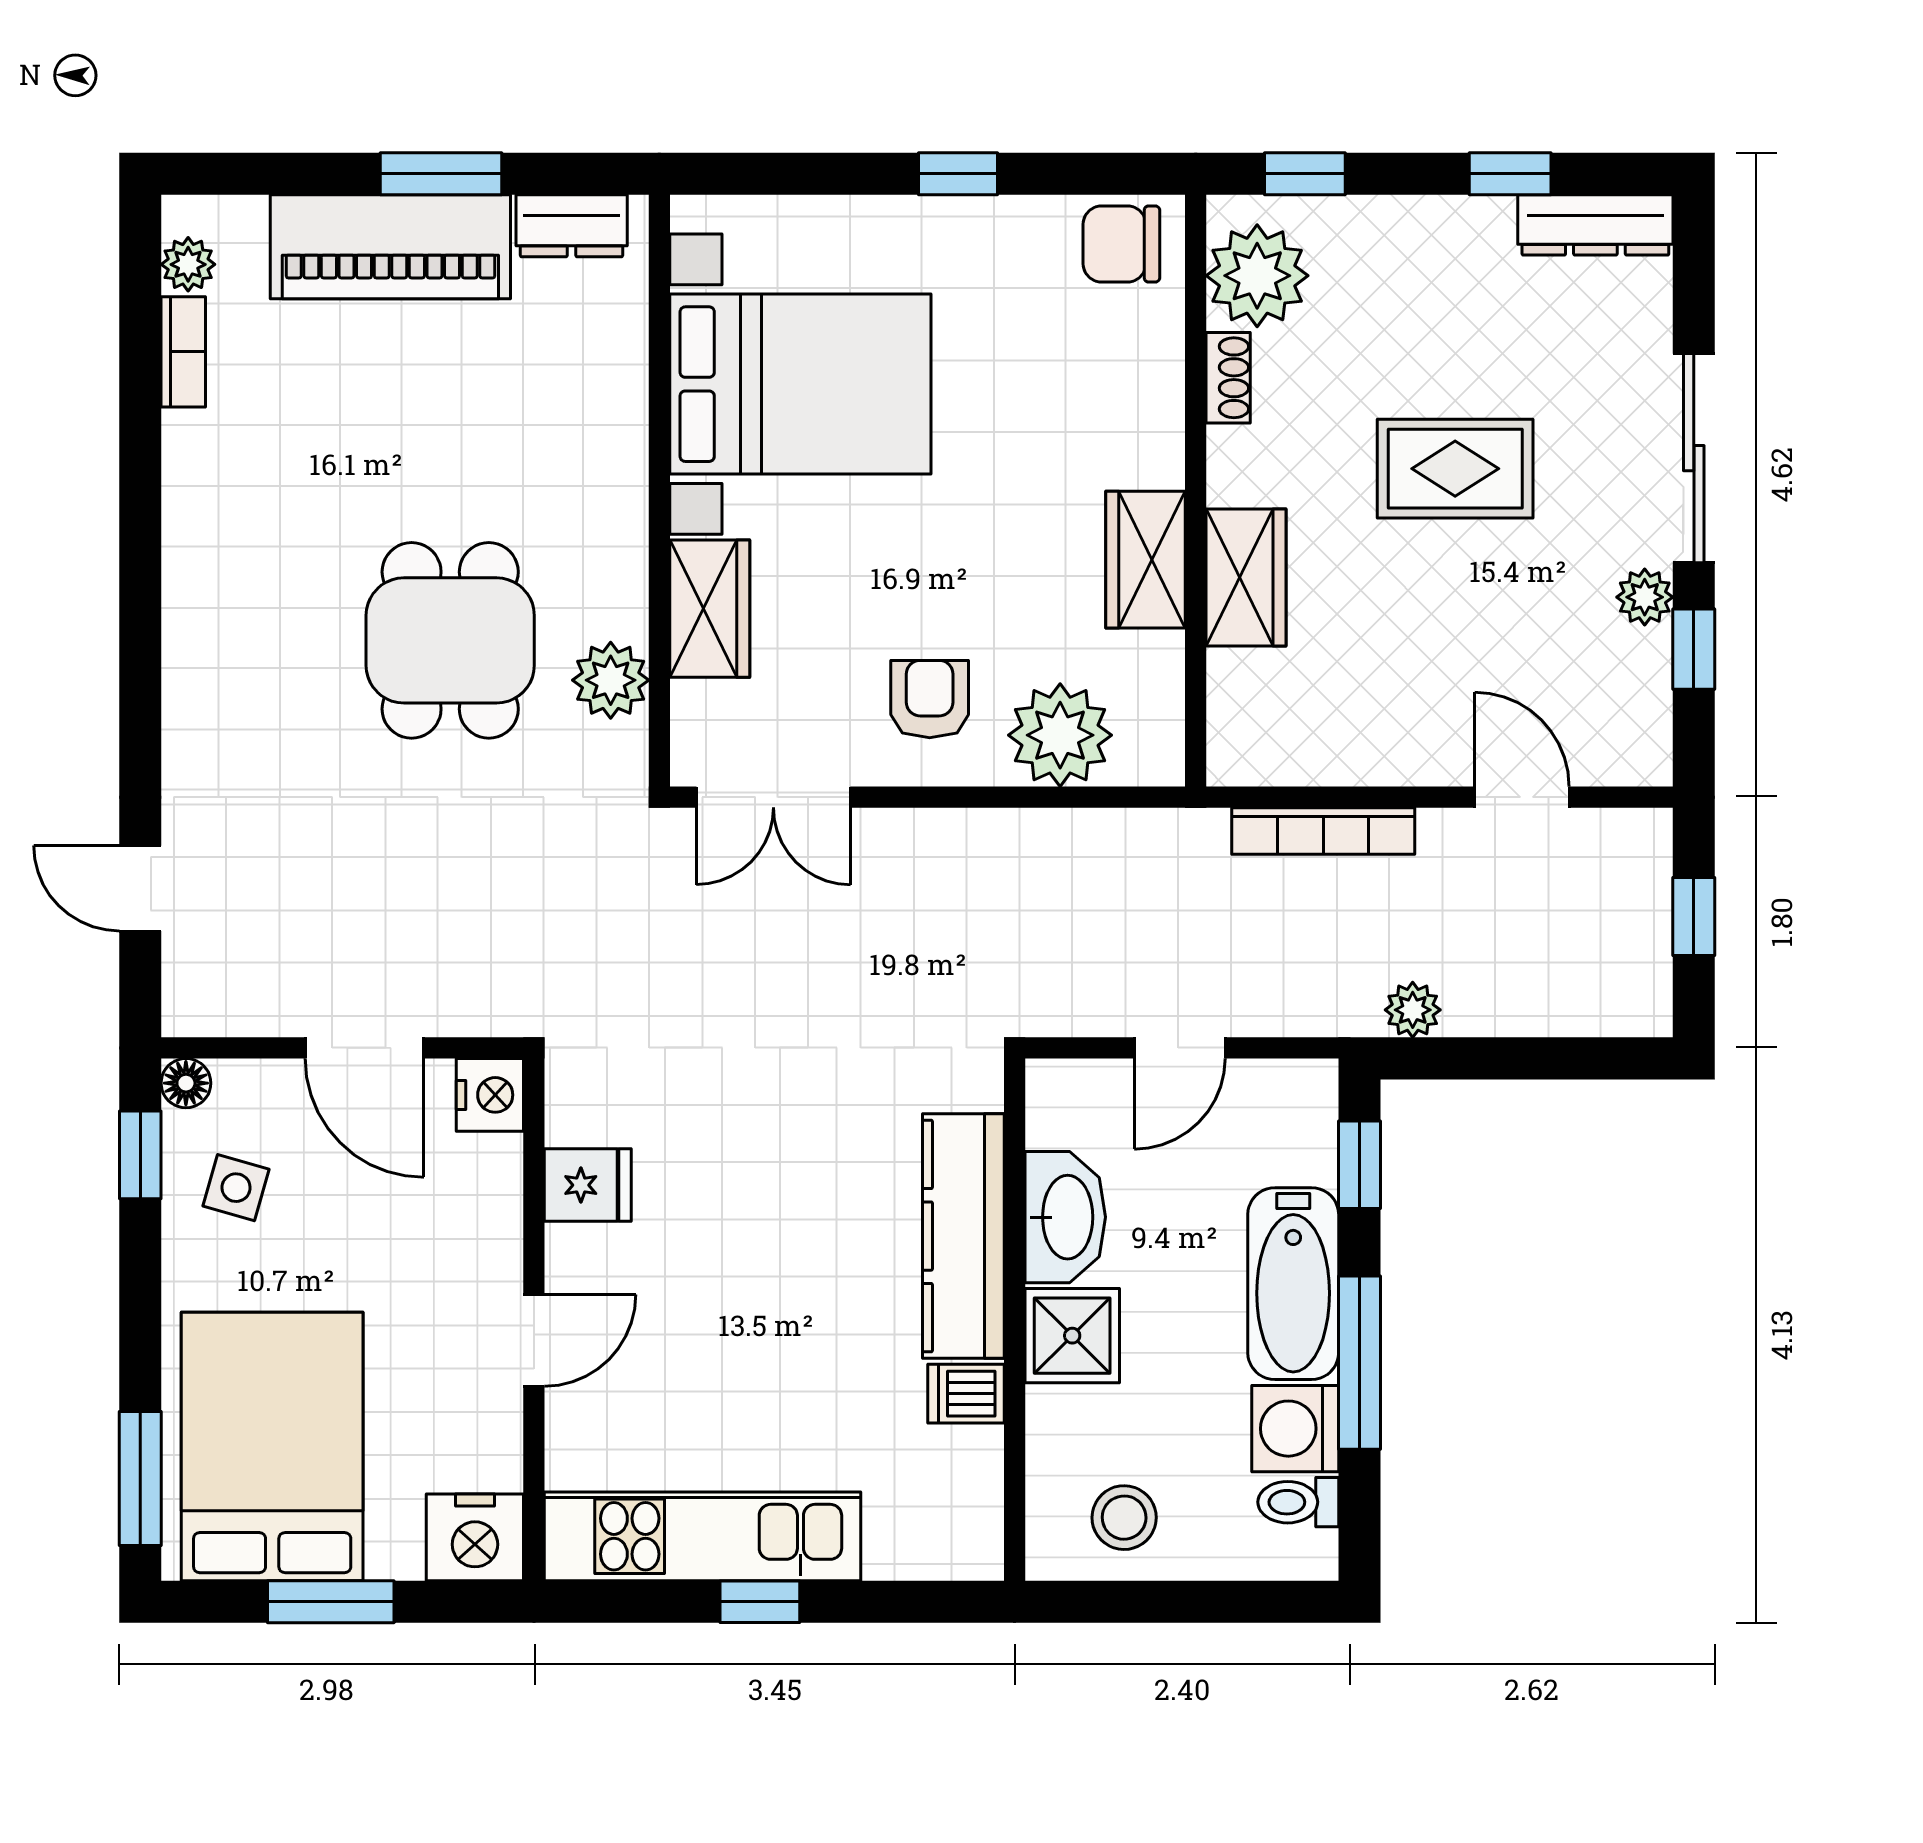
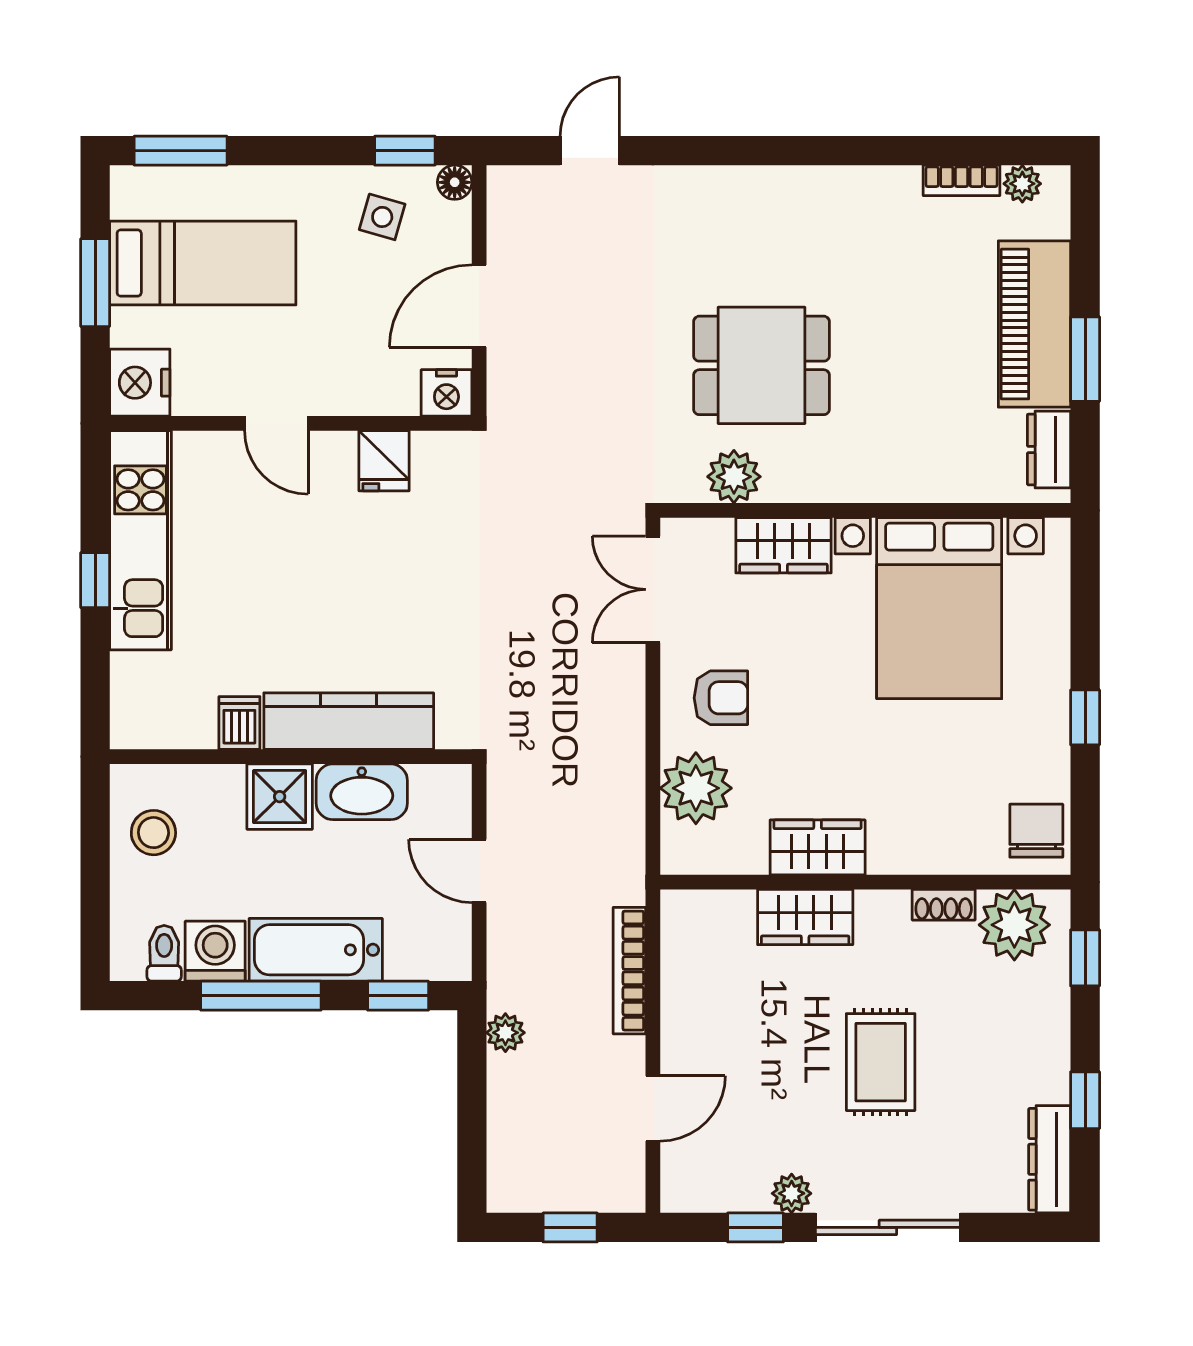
bed: (272, 1446) -> (203, 263), width x0.67

